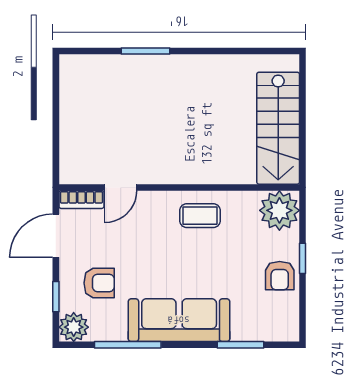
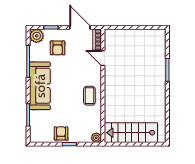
plant: (279, 210) -> (96, 138), width x0.53, depth x0.53
armchair: (280, 276) -> (61, 133), turned 90

